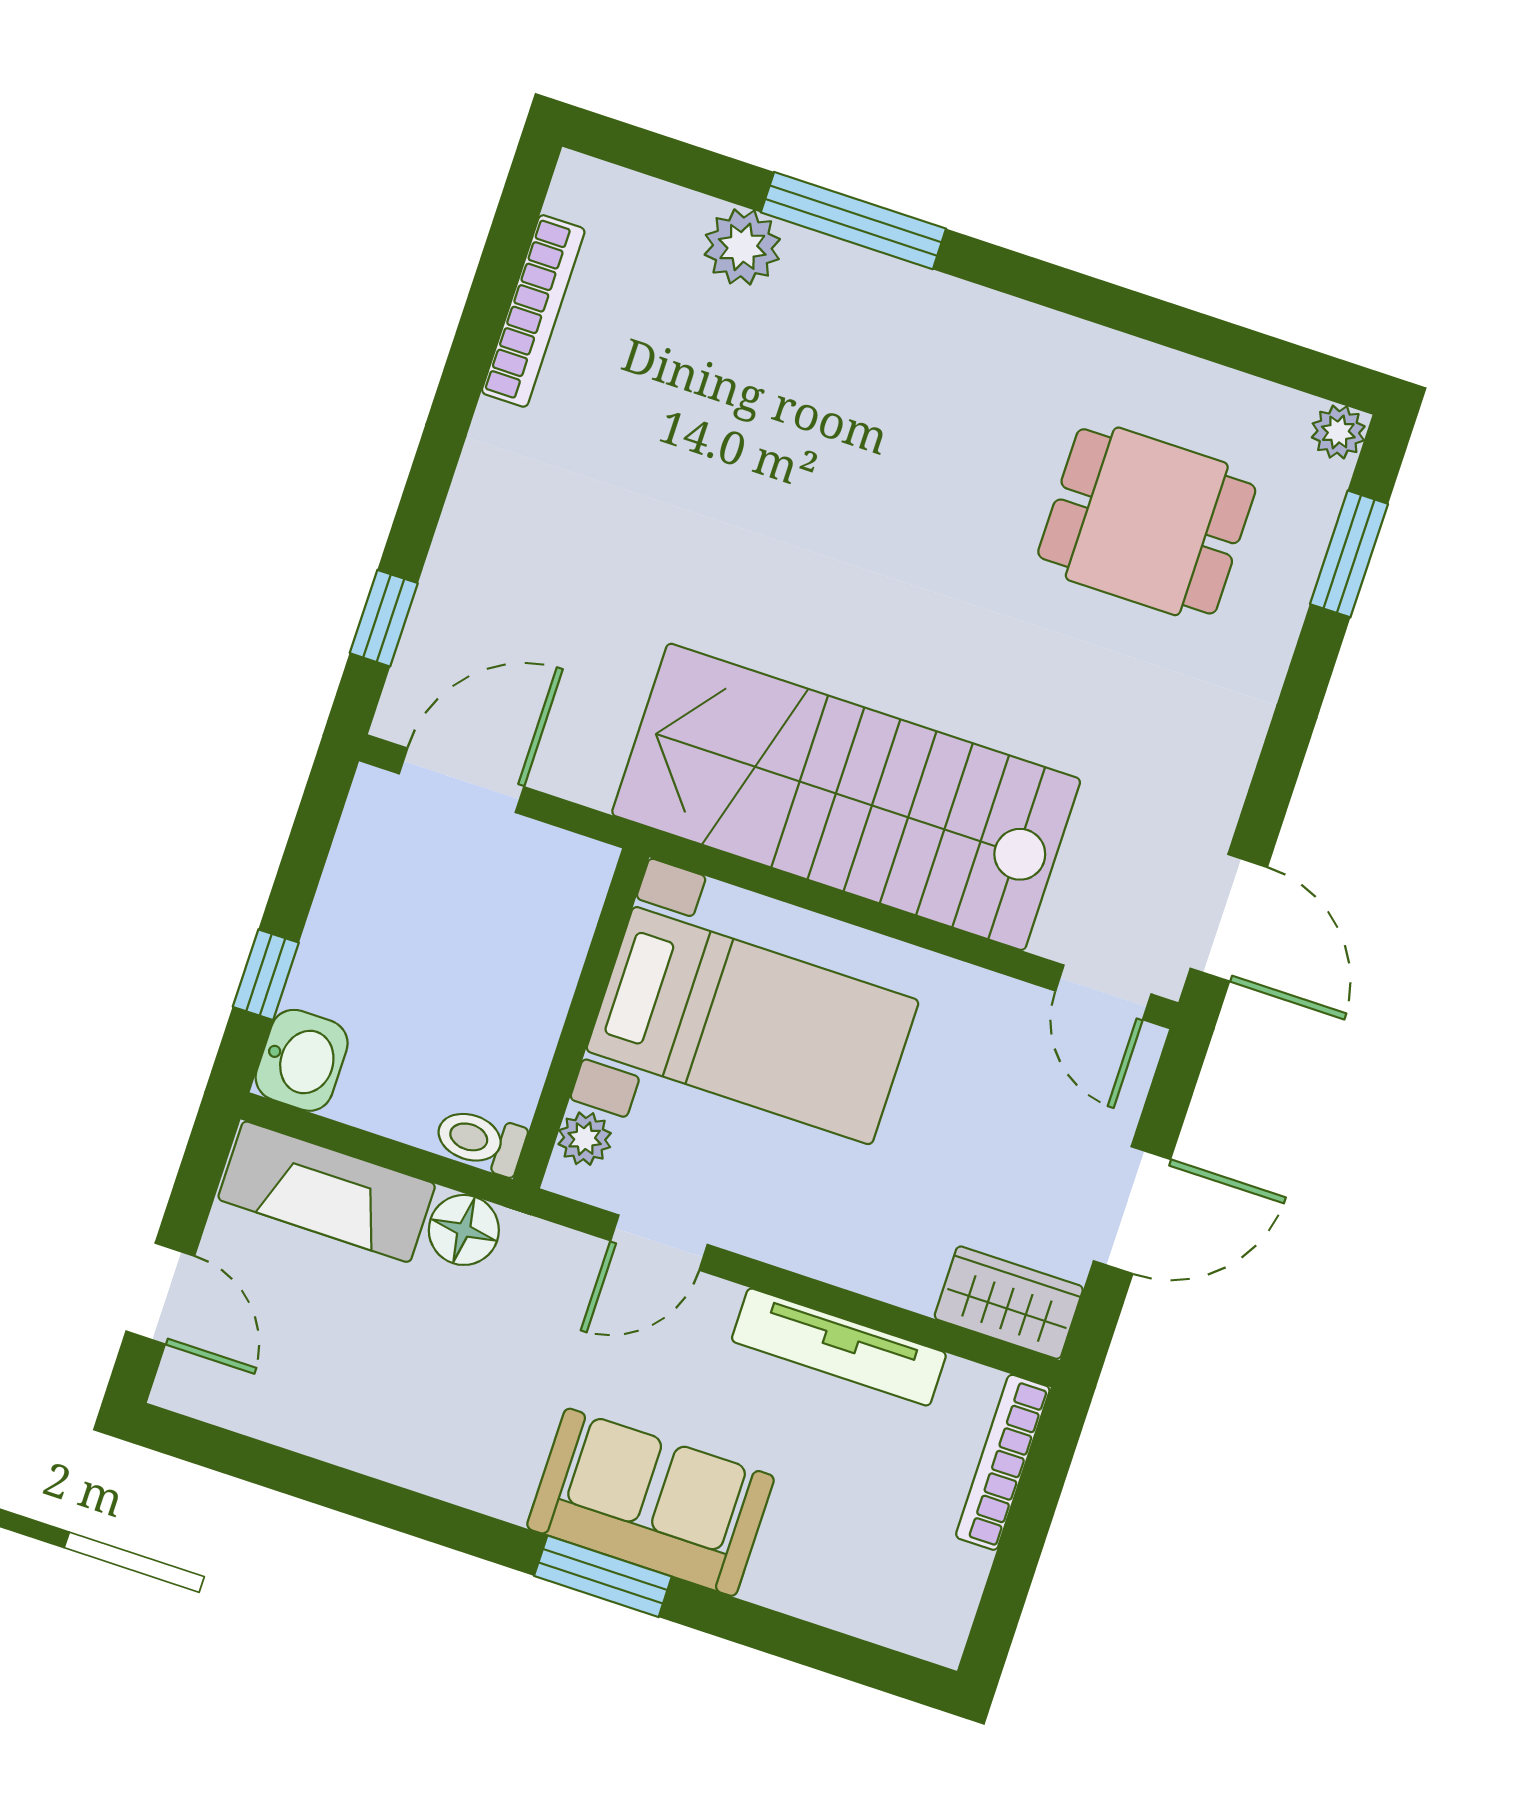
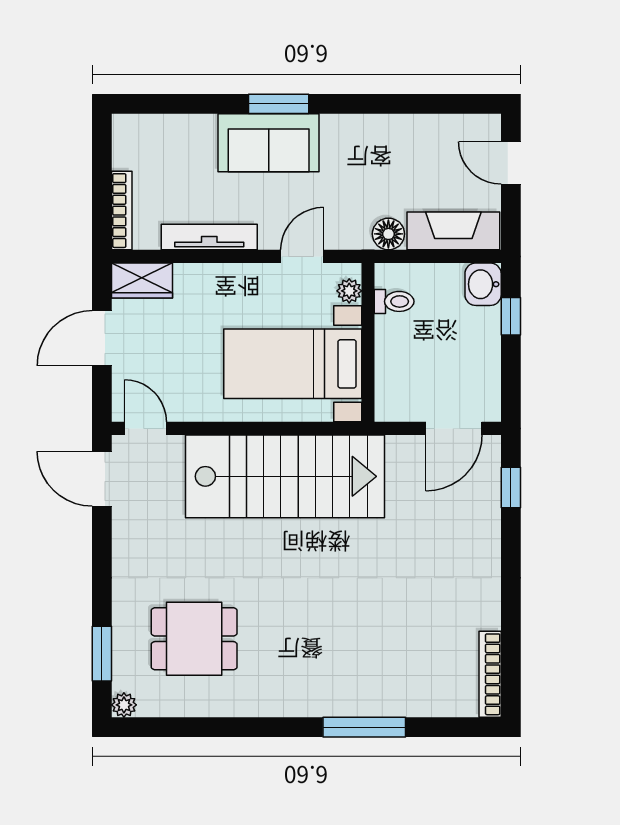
plant: (742, 247) -> (409, 700), removed
bookcase: (533, 311) -> (490, 674), moved
toilet: (480, 1141) -> (394, 301), moved

